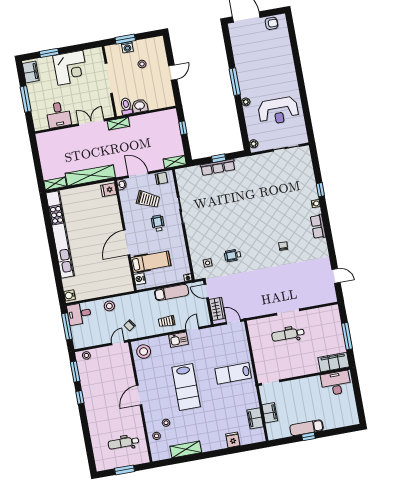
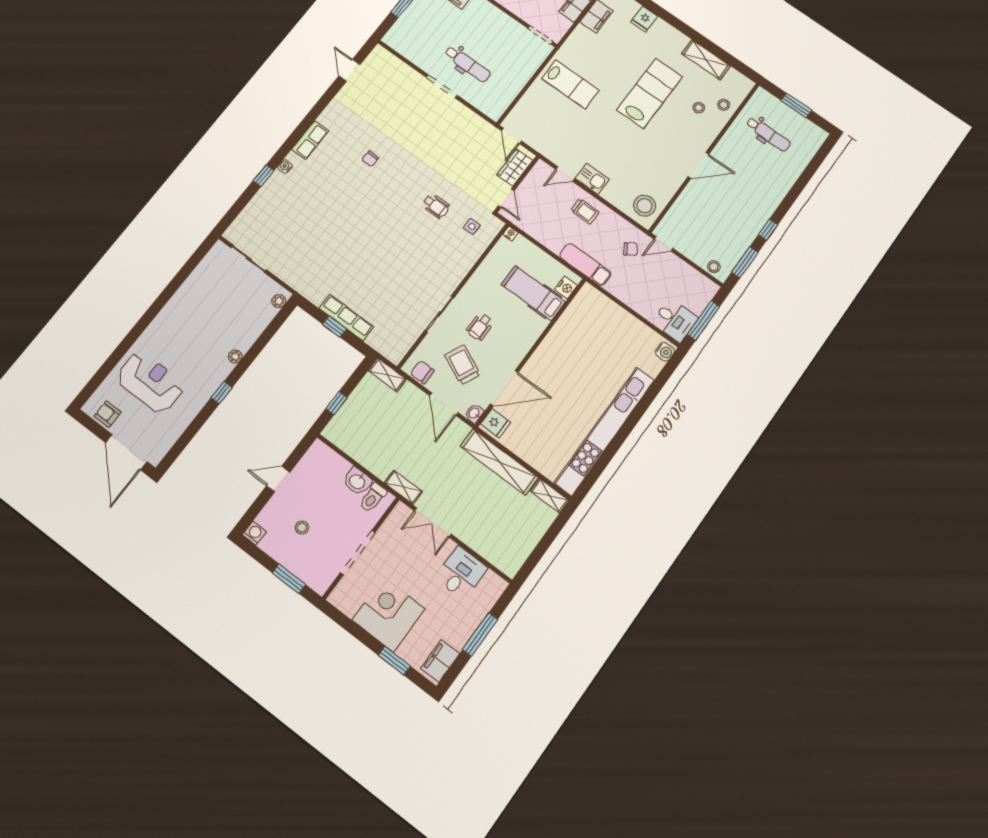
washing machine: (127, 47) -> (254, 533), moved
window: (235, 82) -> (222, 393), width x0.46
reception desk: (278, 111) -> (150, 382), moved
door: (127, 242) -> (504, 388), moved
exam couch: (172, 292) -> (585, 265), moved
stool: (109, 306) -> (631, 293), removed
lab bench: (186, 387) -> (650, 93), moved

